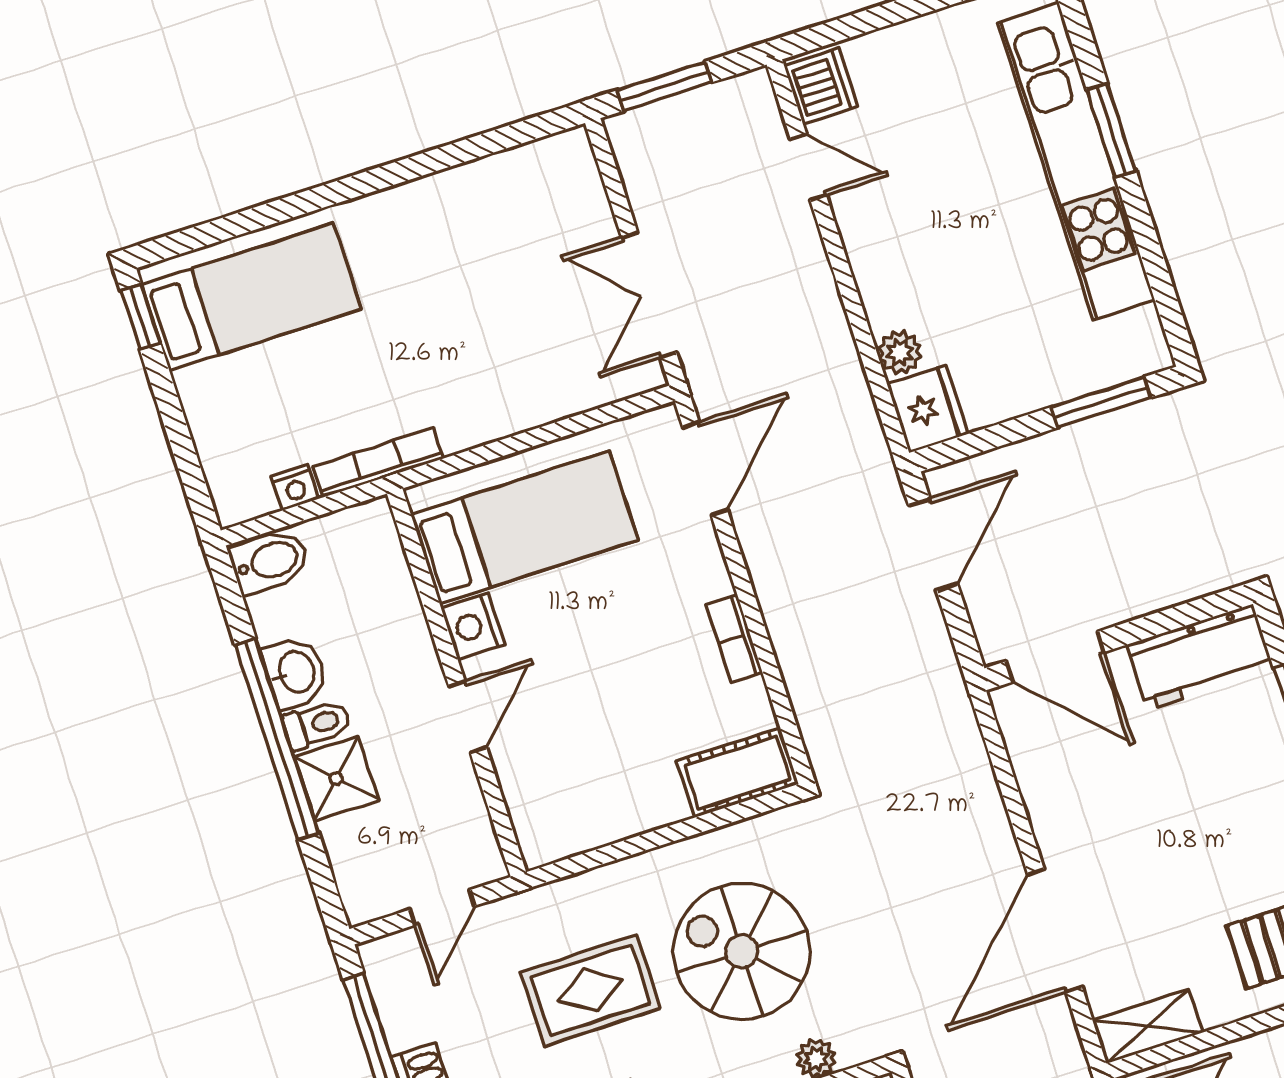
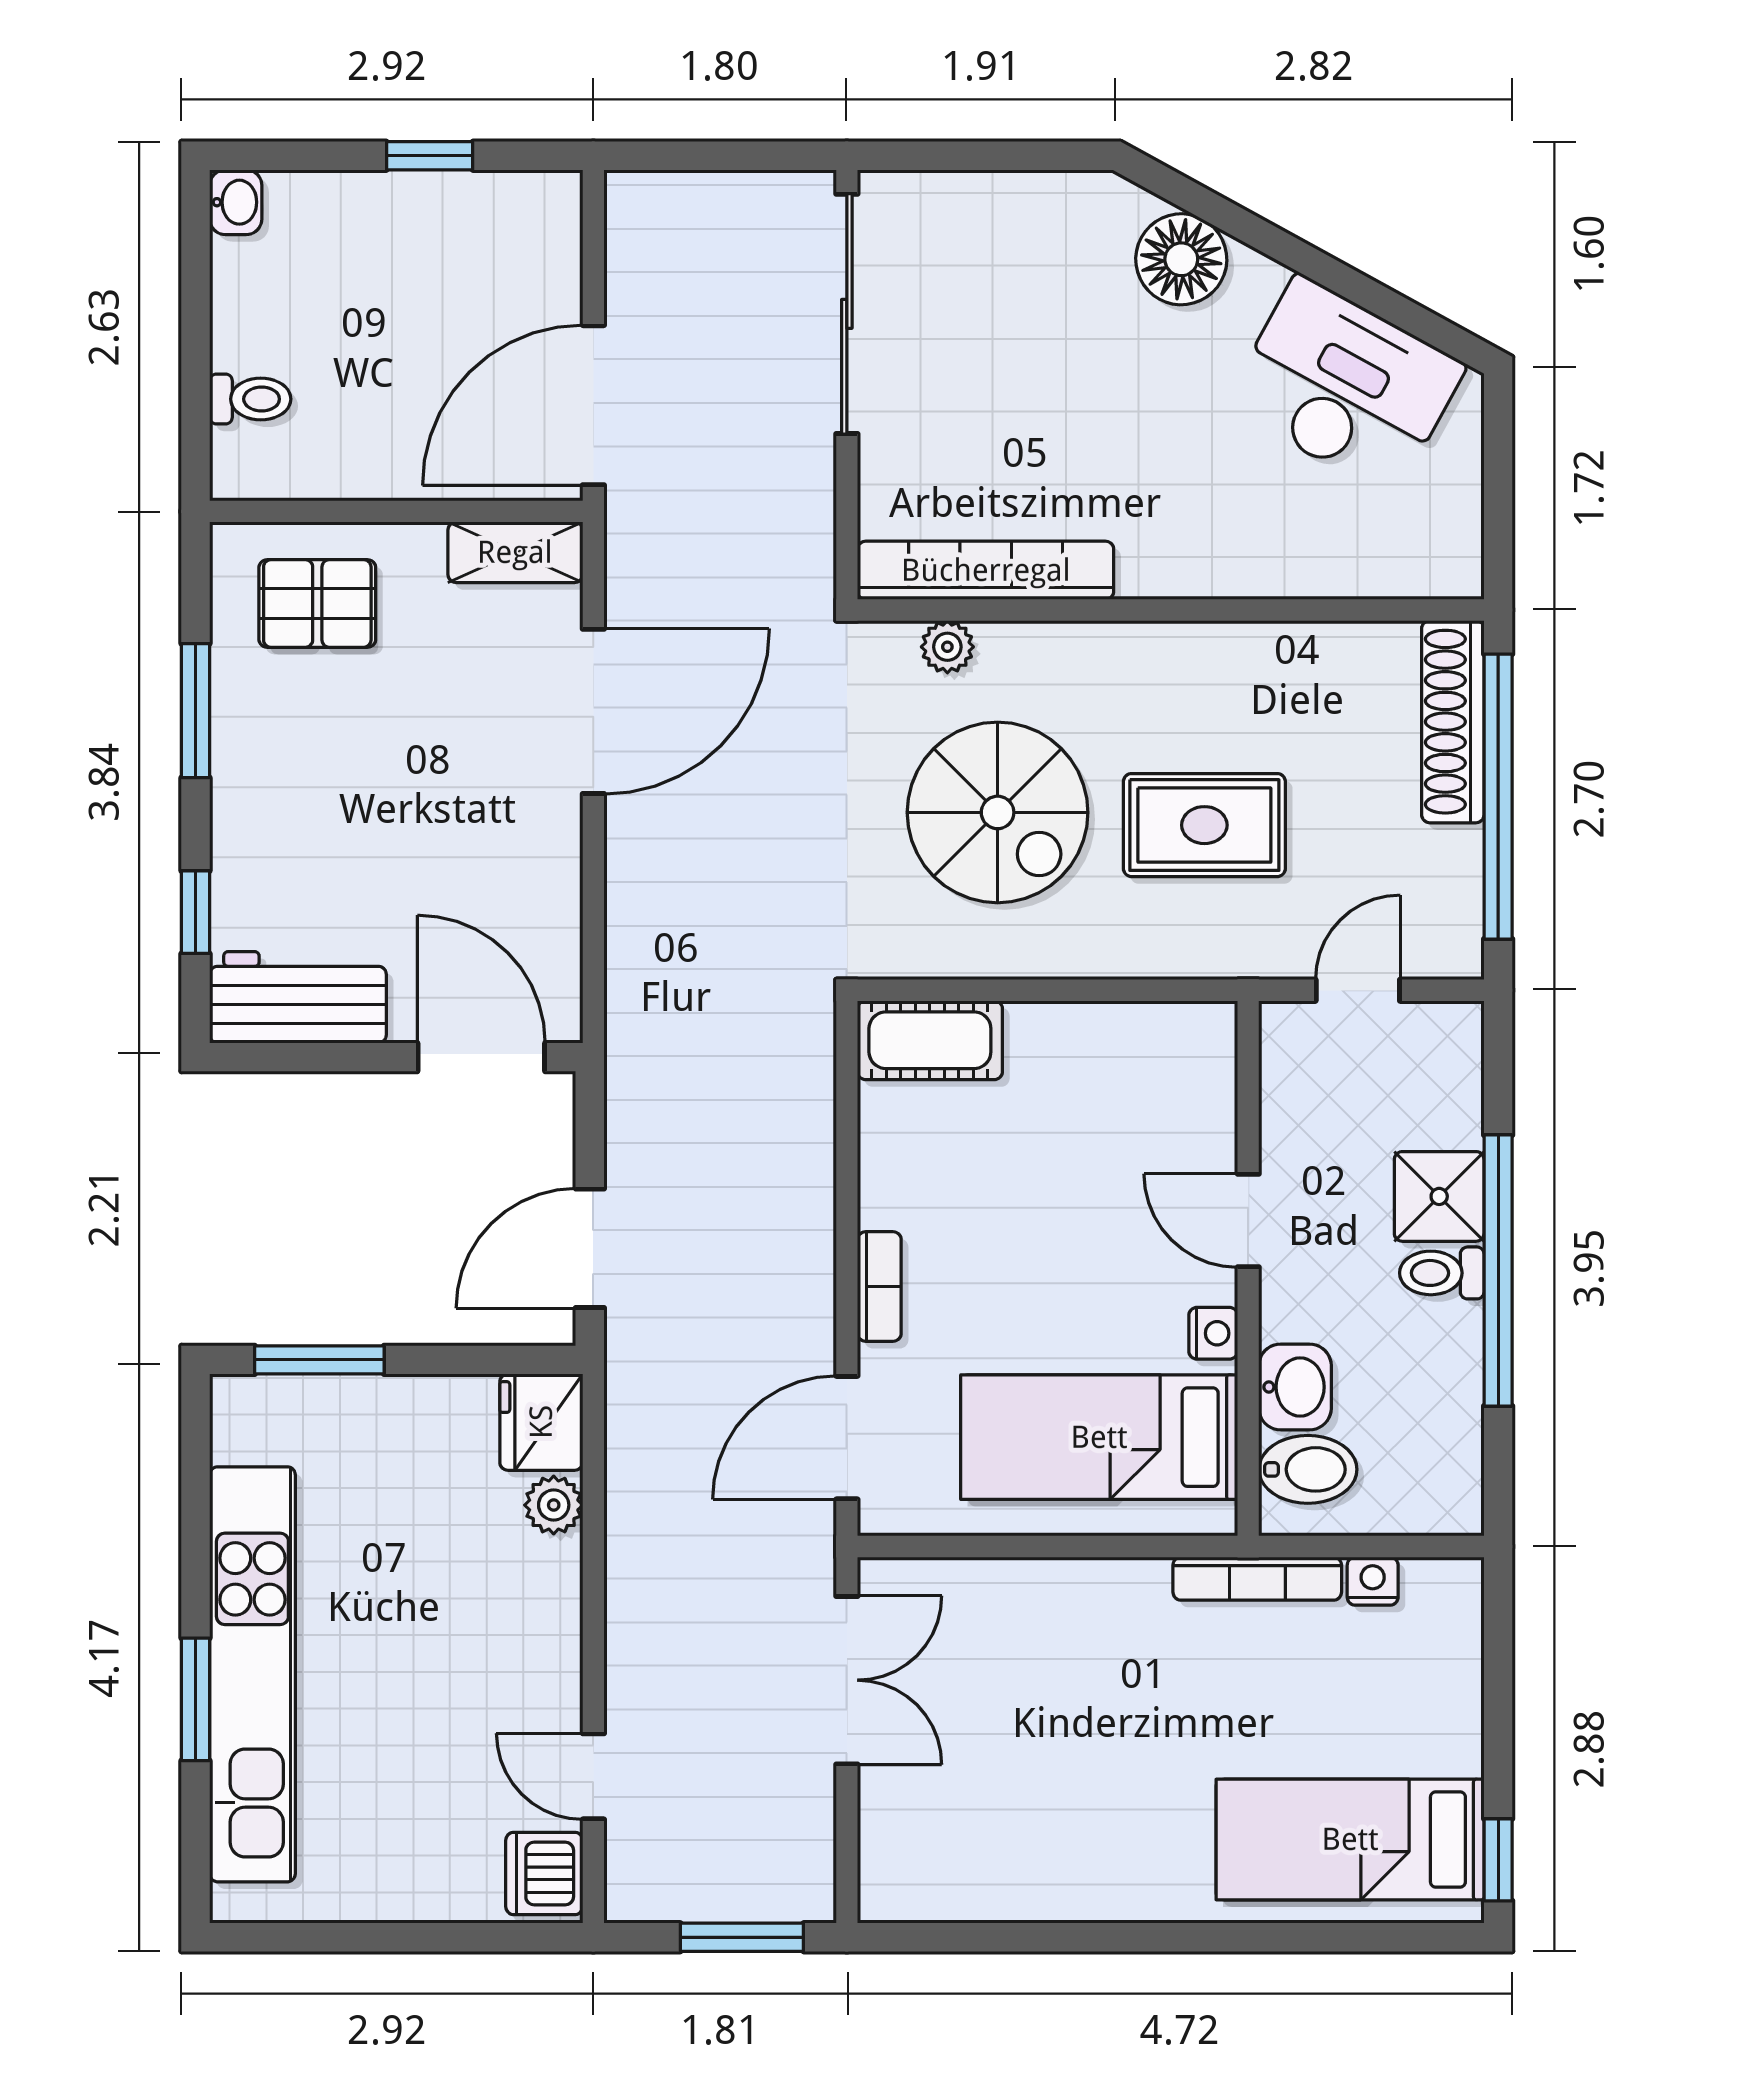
bidet: (269, 561) -> (1308, 1469), moved, turned 180
nightstand: (473, 626) -> (1213, 1333), width x0.72, depth x0.74
bookcase: (734, 638) -> (879, 1287), moved
washbasin: (295, 672) -> (1295, 1387), moved, turned 180
door: (468, 717) -> (1248, 1221), hinge flipped

